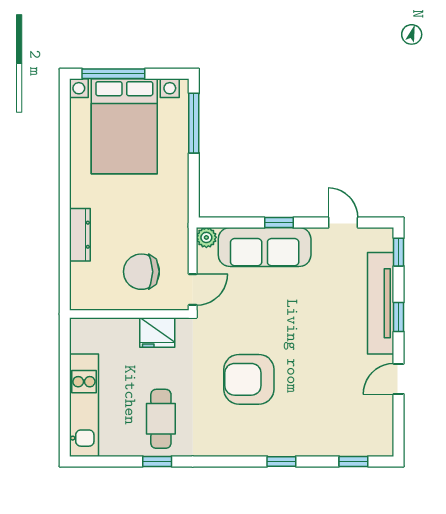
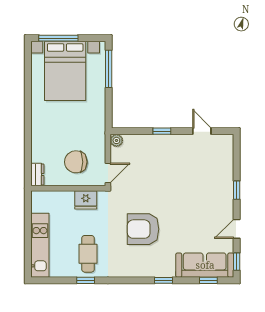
dresser: (80, 235) -> (37, 175), moved, width x0.70
sofa: (265, 247) -> (205, 265), moved, turned 180
window: (399, 252) -> (237, 262), moved
tv unit: (381, 303) -> (225, 182), removed

